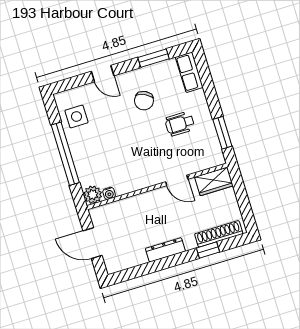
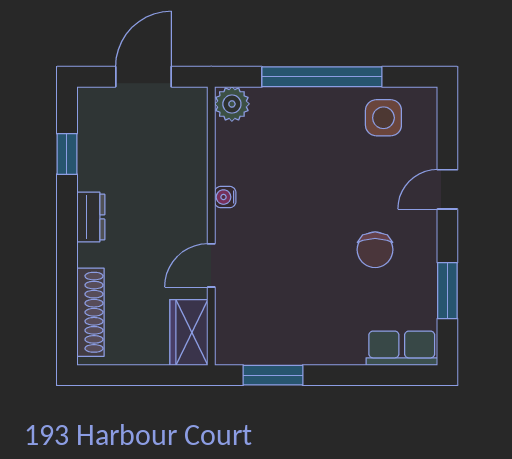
chair: (144, 101) -> (375, 250), turned -115
wheelchair: (180, 124) -> (313, 302), removed
water cooler: (109, 193) -> (225, 197), moved
dresser: (165, 250) -> (91, 217), width x0.70
window: (208, 250) -> (67, 154), moved

